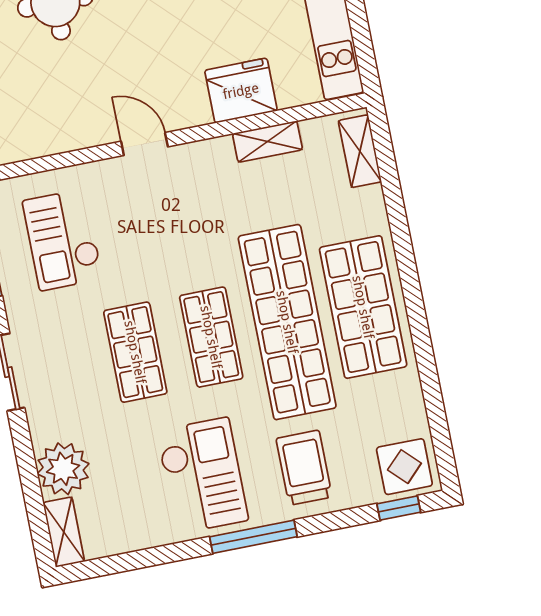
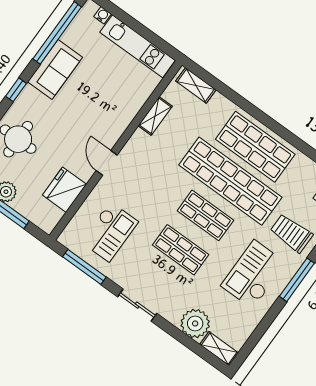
fridge: (241, 91) -> (64, 190), moved
door: (144, 144) -> (107, 163), hinge flipped
checkout: (63, 240) -> (110, 232), turned -90
checkout: (202, 476) -> (254, 274), turned -90

